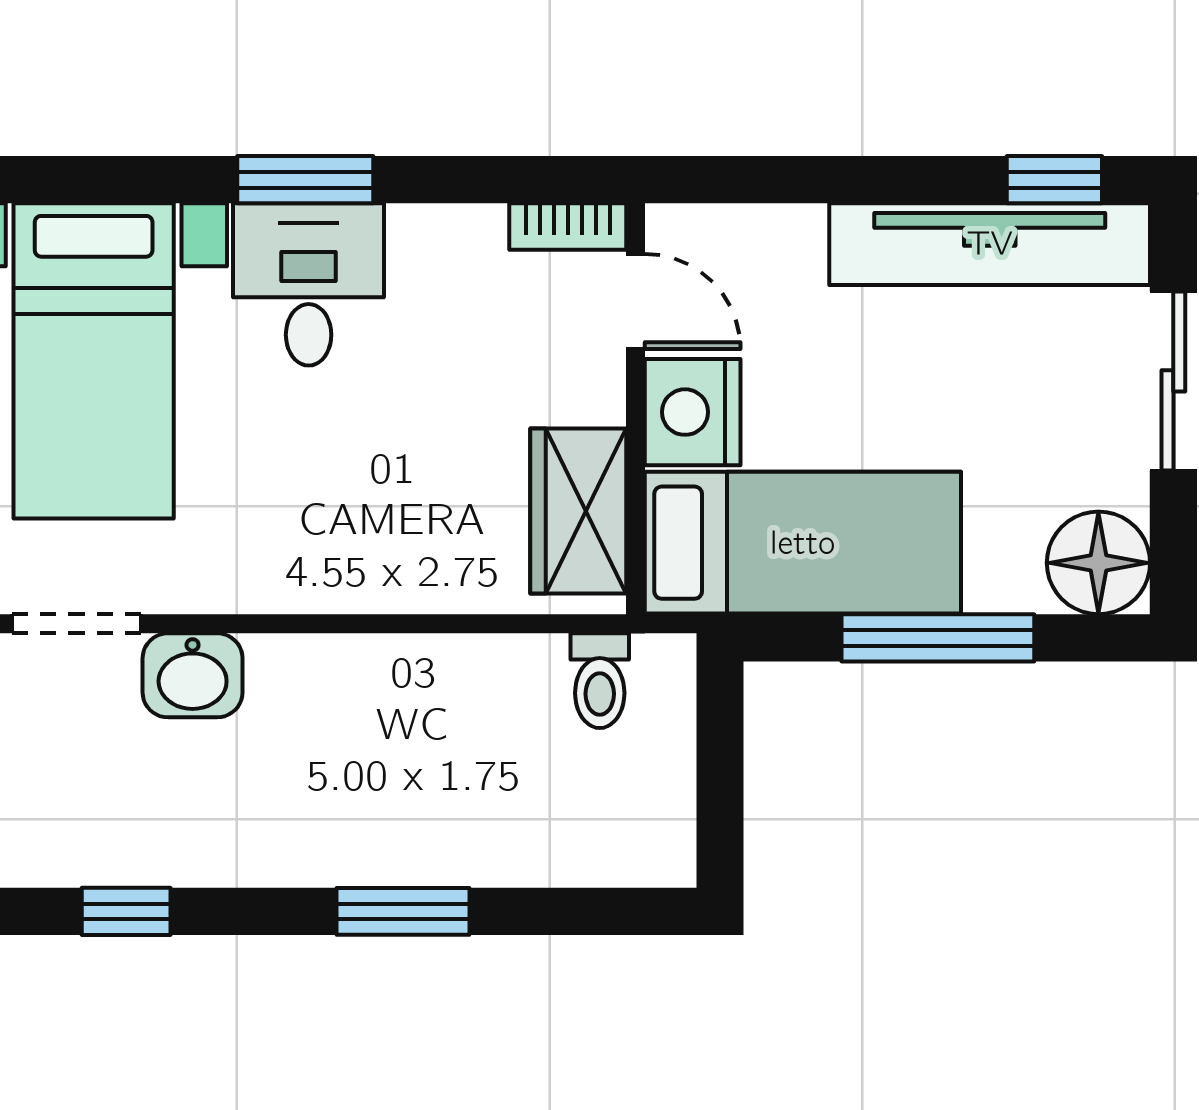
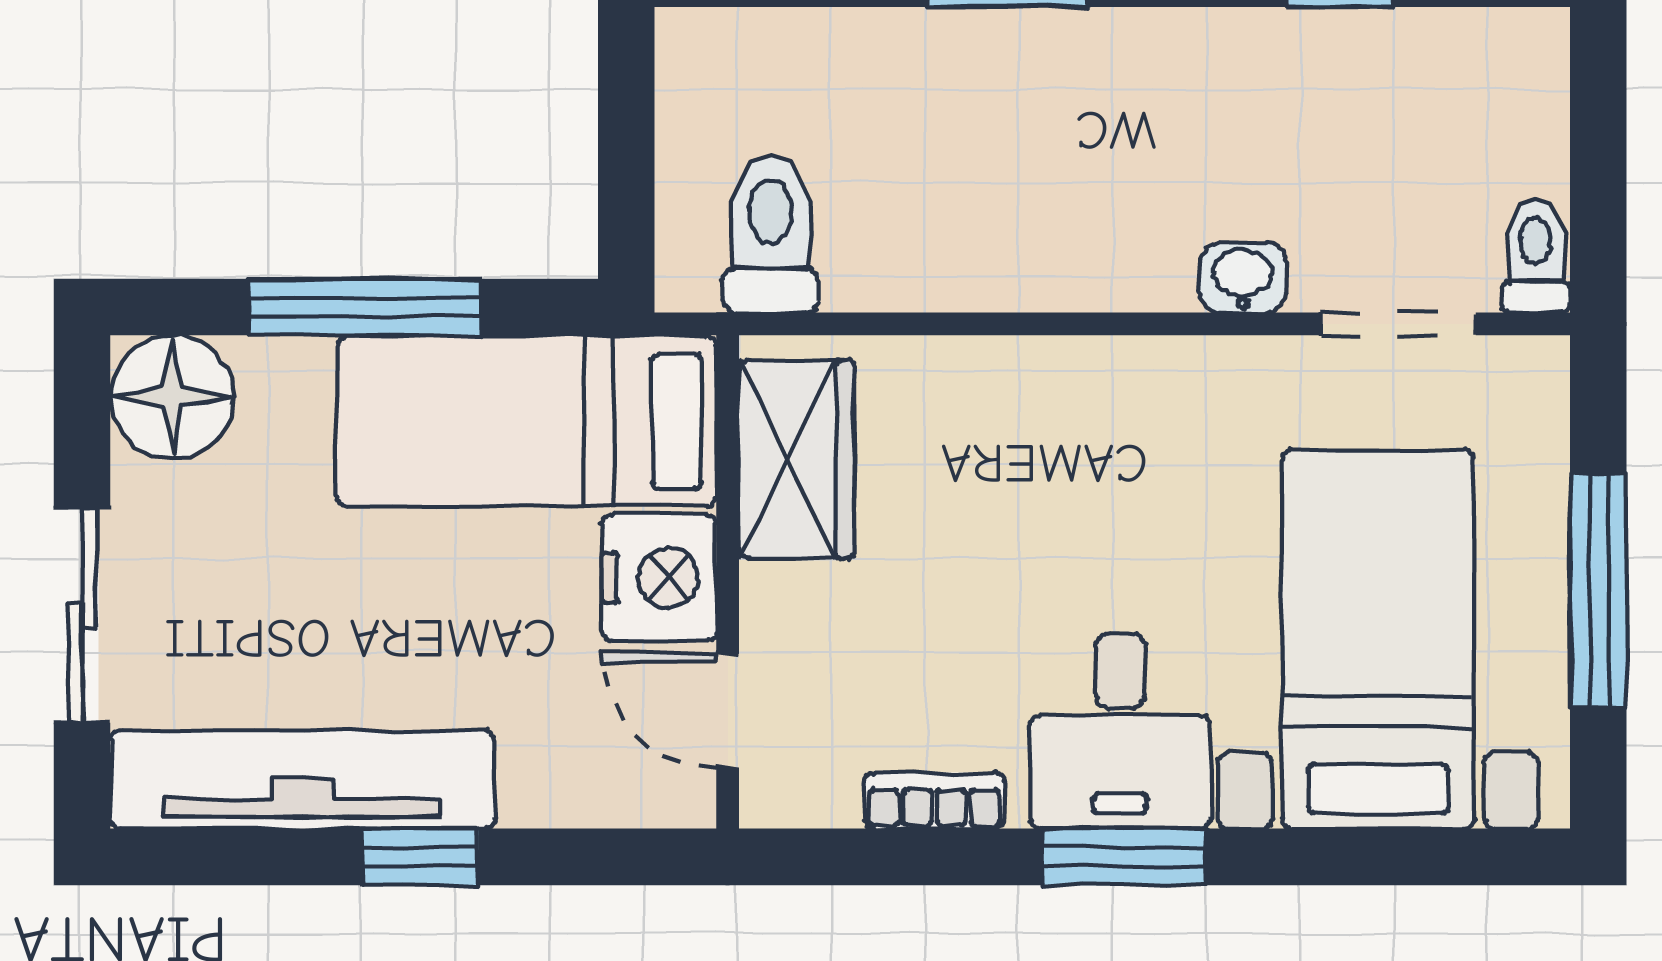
window: (1054, 180) -> (421, 857), moved
bookcase: (568, 227) -> (934, 801), moved
washbasin: (193, 675) -> (1243, 278), width x0.72, depth x0.69
toilet: (600, 681) -> (771, 234), width x1.37, depth x1.39

